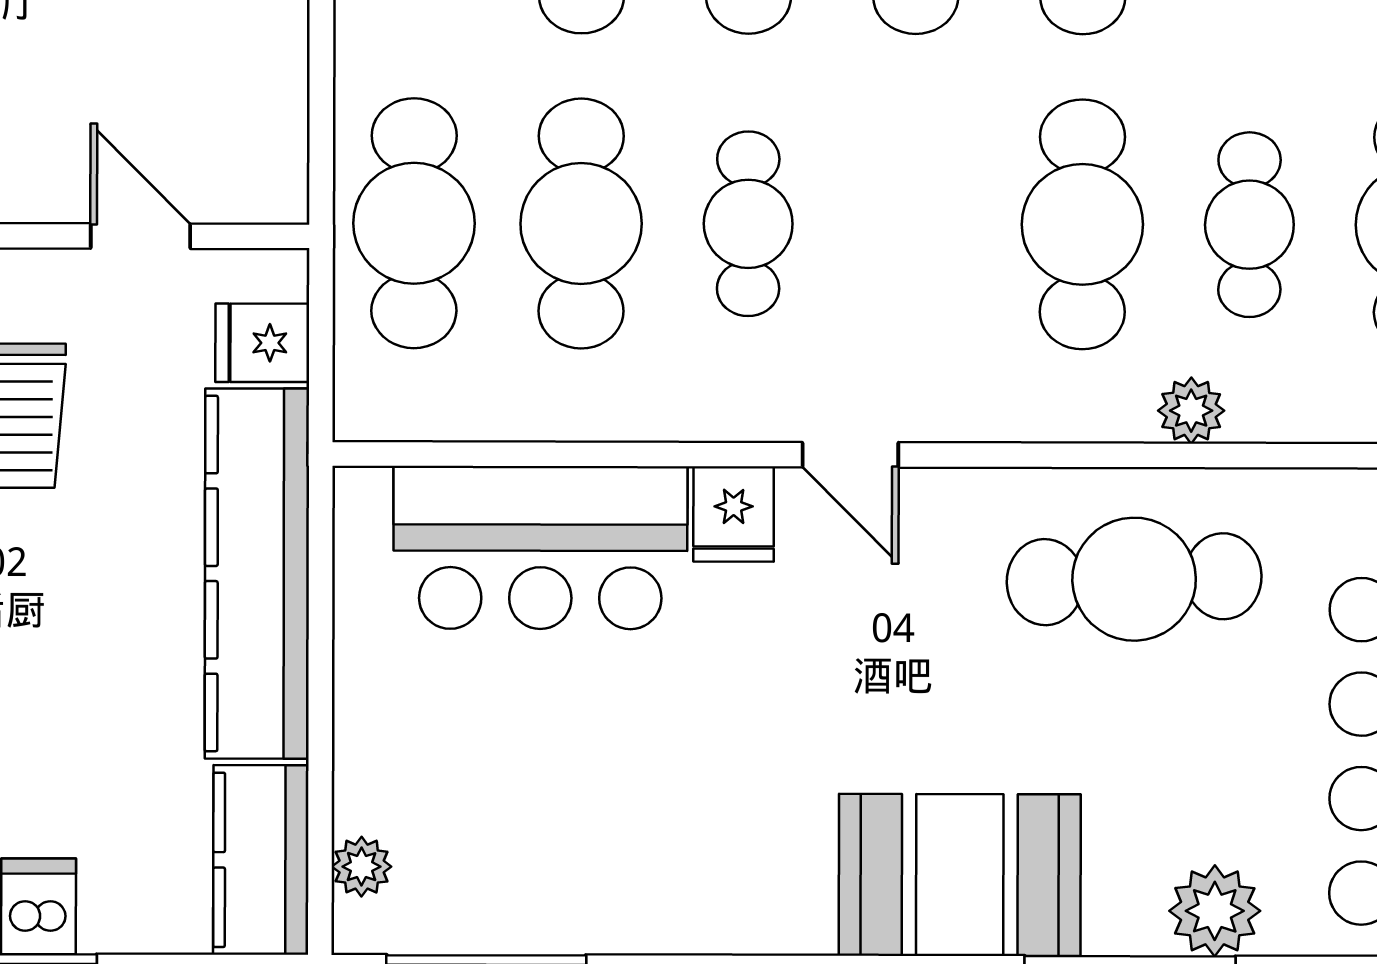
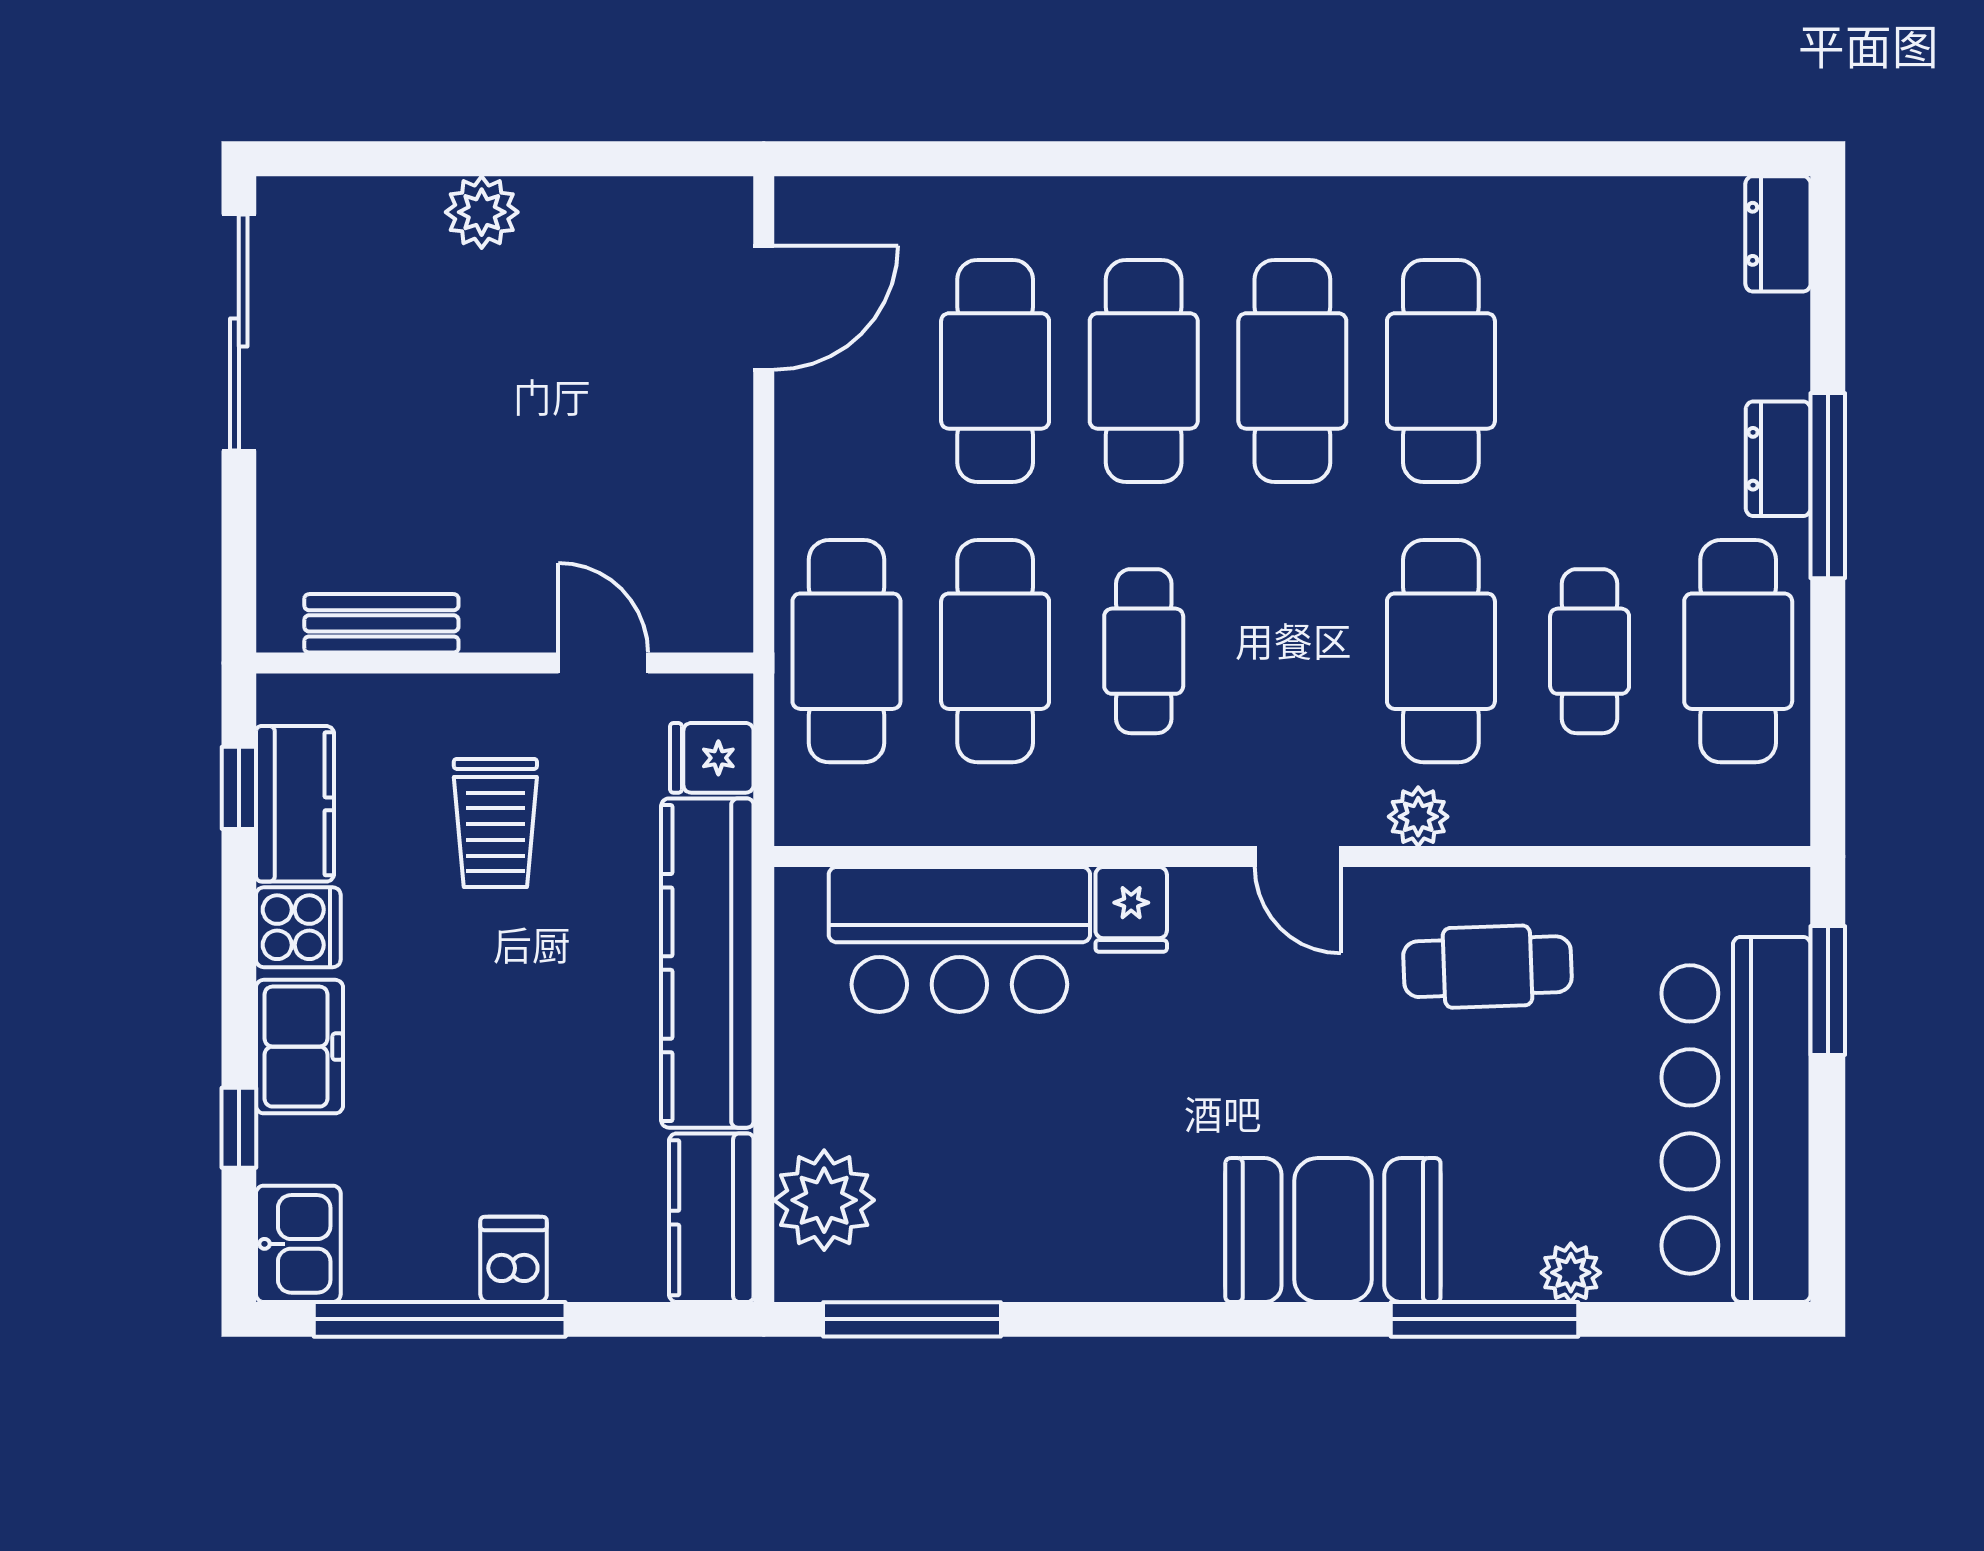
plant: (1191, 411) -> (1418, 817), moved
door: (850, 455) -> (1298, 857), moved
cafe table: (1134, 579) -> (1487, 967), width x0.73, depth x0.74
plant: (362, 867) -> (824, 1200), width x1.88, depth x1.88
plant: (1215, 911) -> (1571, 1273), width x0.73, depth x0.73

